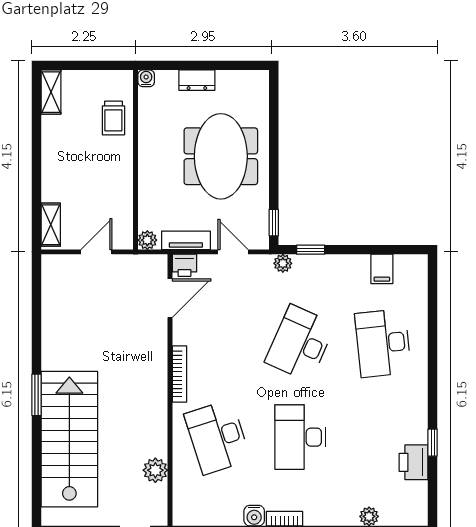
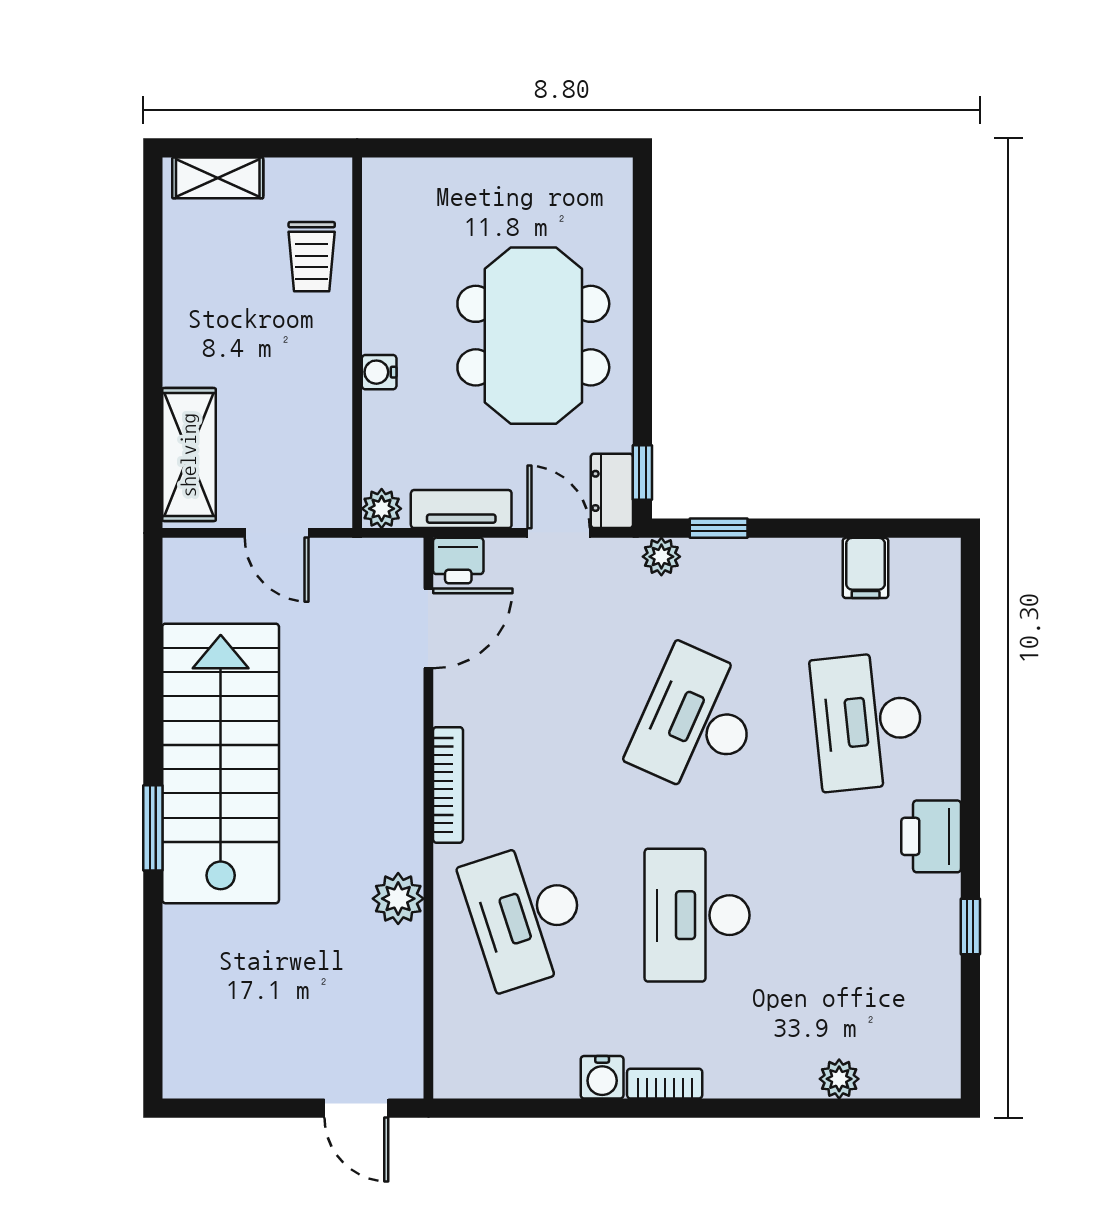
water cooler: (146, 78) -> (379, 372), moved, turned -90
dresser: (197, 80) -> (612, 491), moved, turned 90
shelving: (51, 92) -> (218, 178), moved, turned 90
shelving: (51, 225) -> (189, 455), width x1.50, depth x1.33
door: (96, 252) -> (277, 533), swing flipped
stairs: (69, 439) -> (221, 763), moved
printer: (414, 462) -> (931, 836), moved
plant: (155, 470) -> (398, 899), moved

